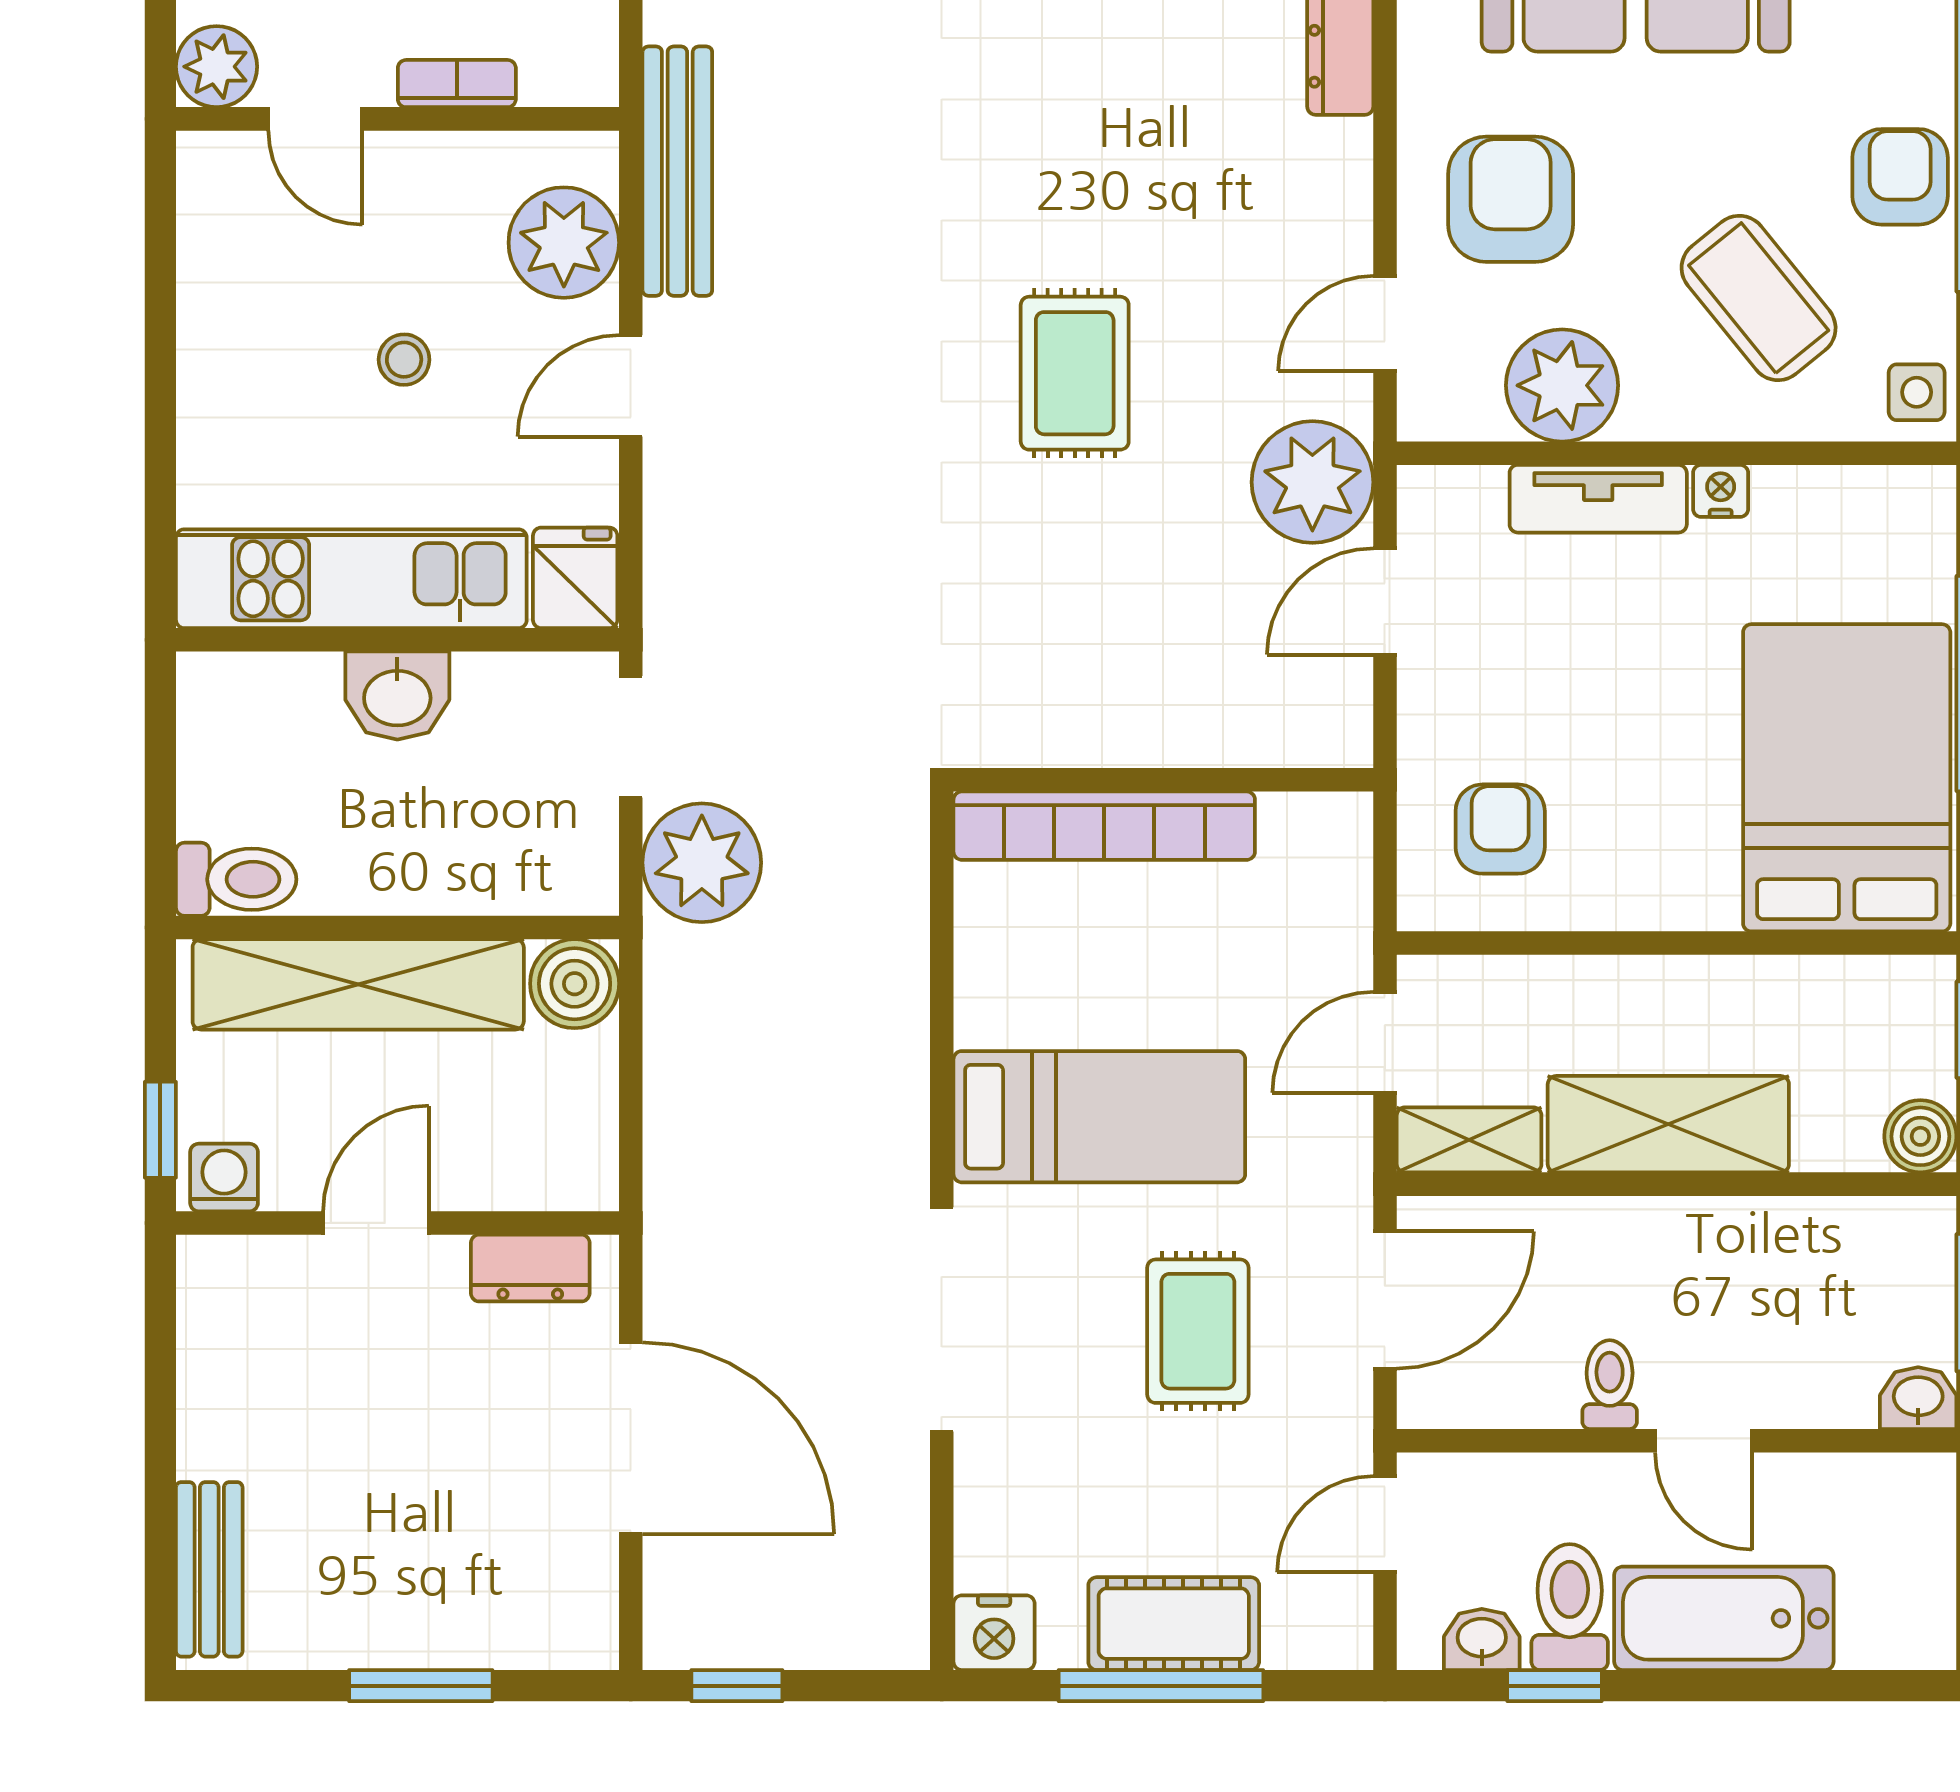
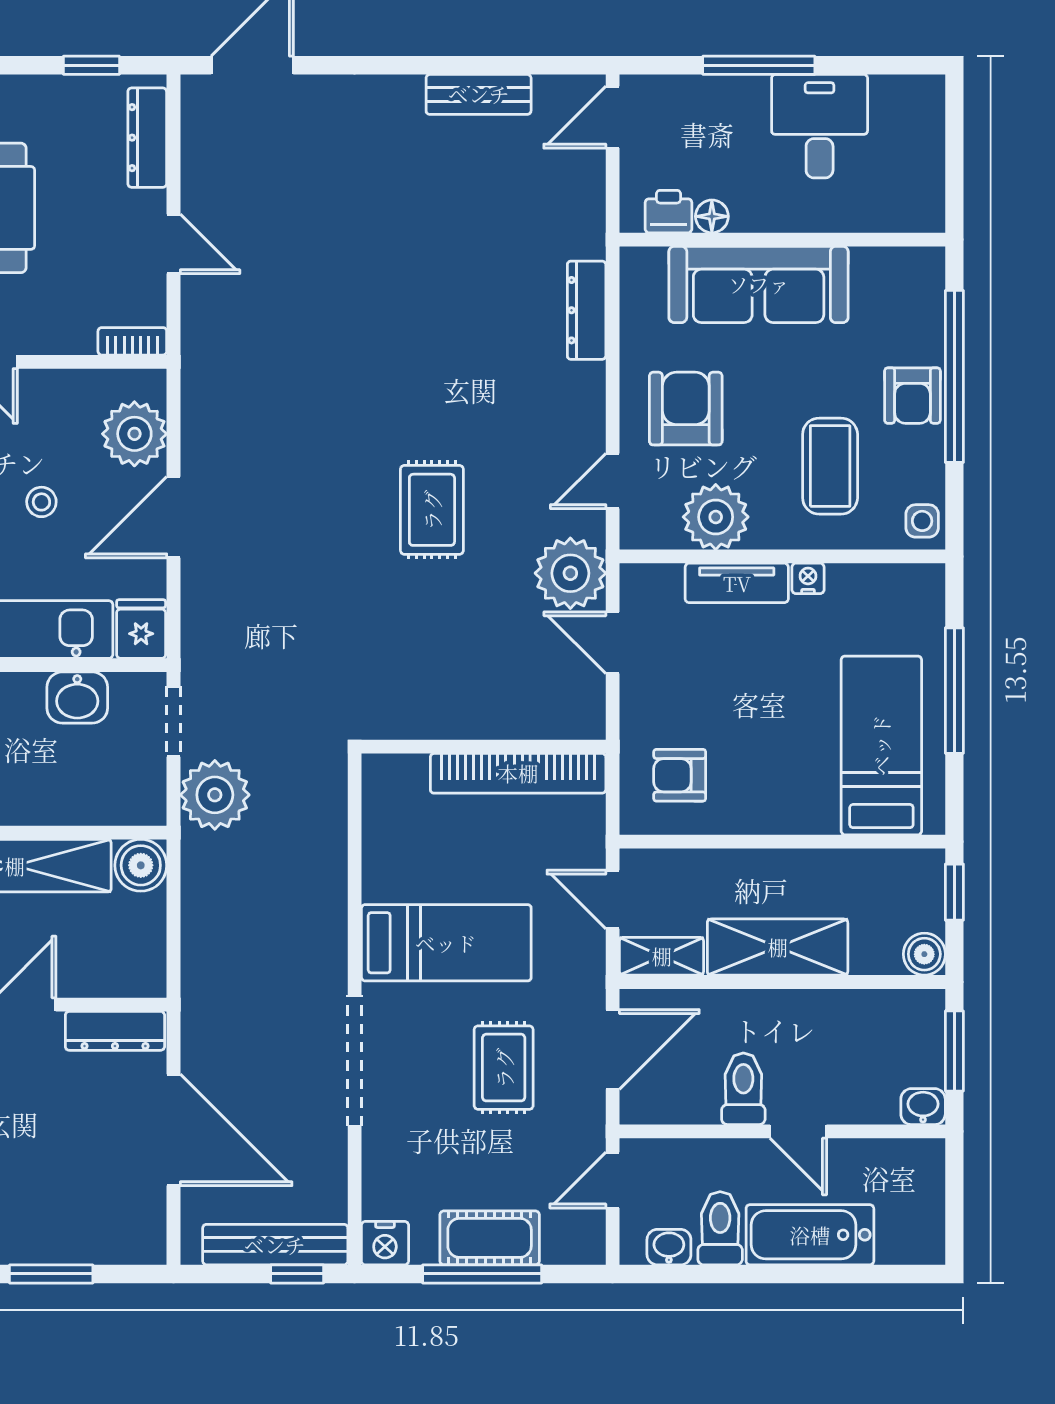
bookcase: (457, 84) -> (132, 341), moved
bench: (677, 171) -> (275, 1245), moved, turned 90
armchair: (1900, 177) -> (912, 396), turned 180
coffee table: (1759, 298) -> (830, 466), turned 39
door: (631, 386) -> (173, 517), width x1.38
door: (1385, 601) -> (613, 643), hinge flipped
washbasin: (397, 696) -> (77, 698), moved
bed: (1847, 778) -> (881, 745), width x0.67
bookcase: (1104, 826) -> (518, 773), moved
armchair: (1500, 829) -> (680, 775), turned -90
door: (1385, 1042) -> (613, 899), hinge flipped
dresser: (530, 1268) -> (115, 1031), width x1.44
toilet: (1610, 1385) -> (743, 1089), width x1.37, depth x1.39
window: (737, 1686) -> (297, 1274), moved
window: (1555, 1686) -> (711, 1274), removed

